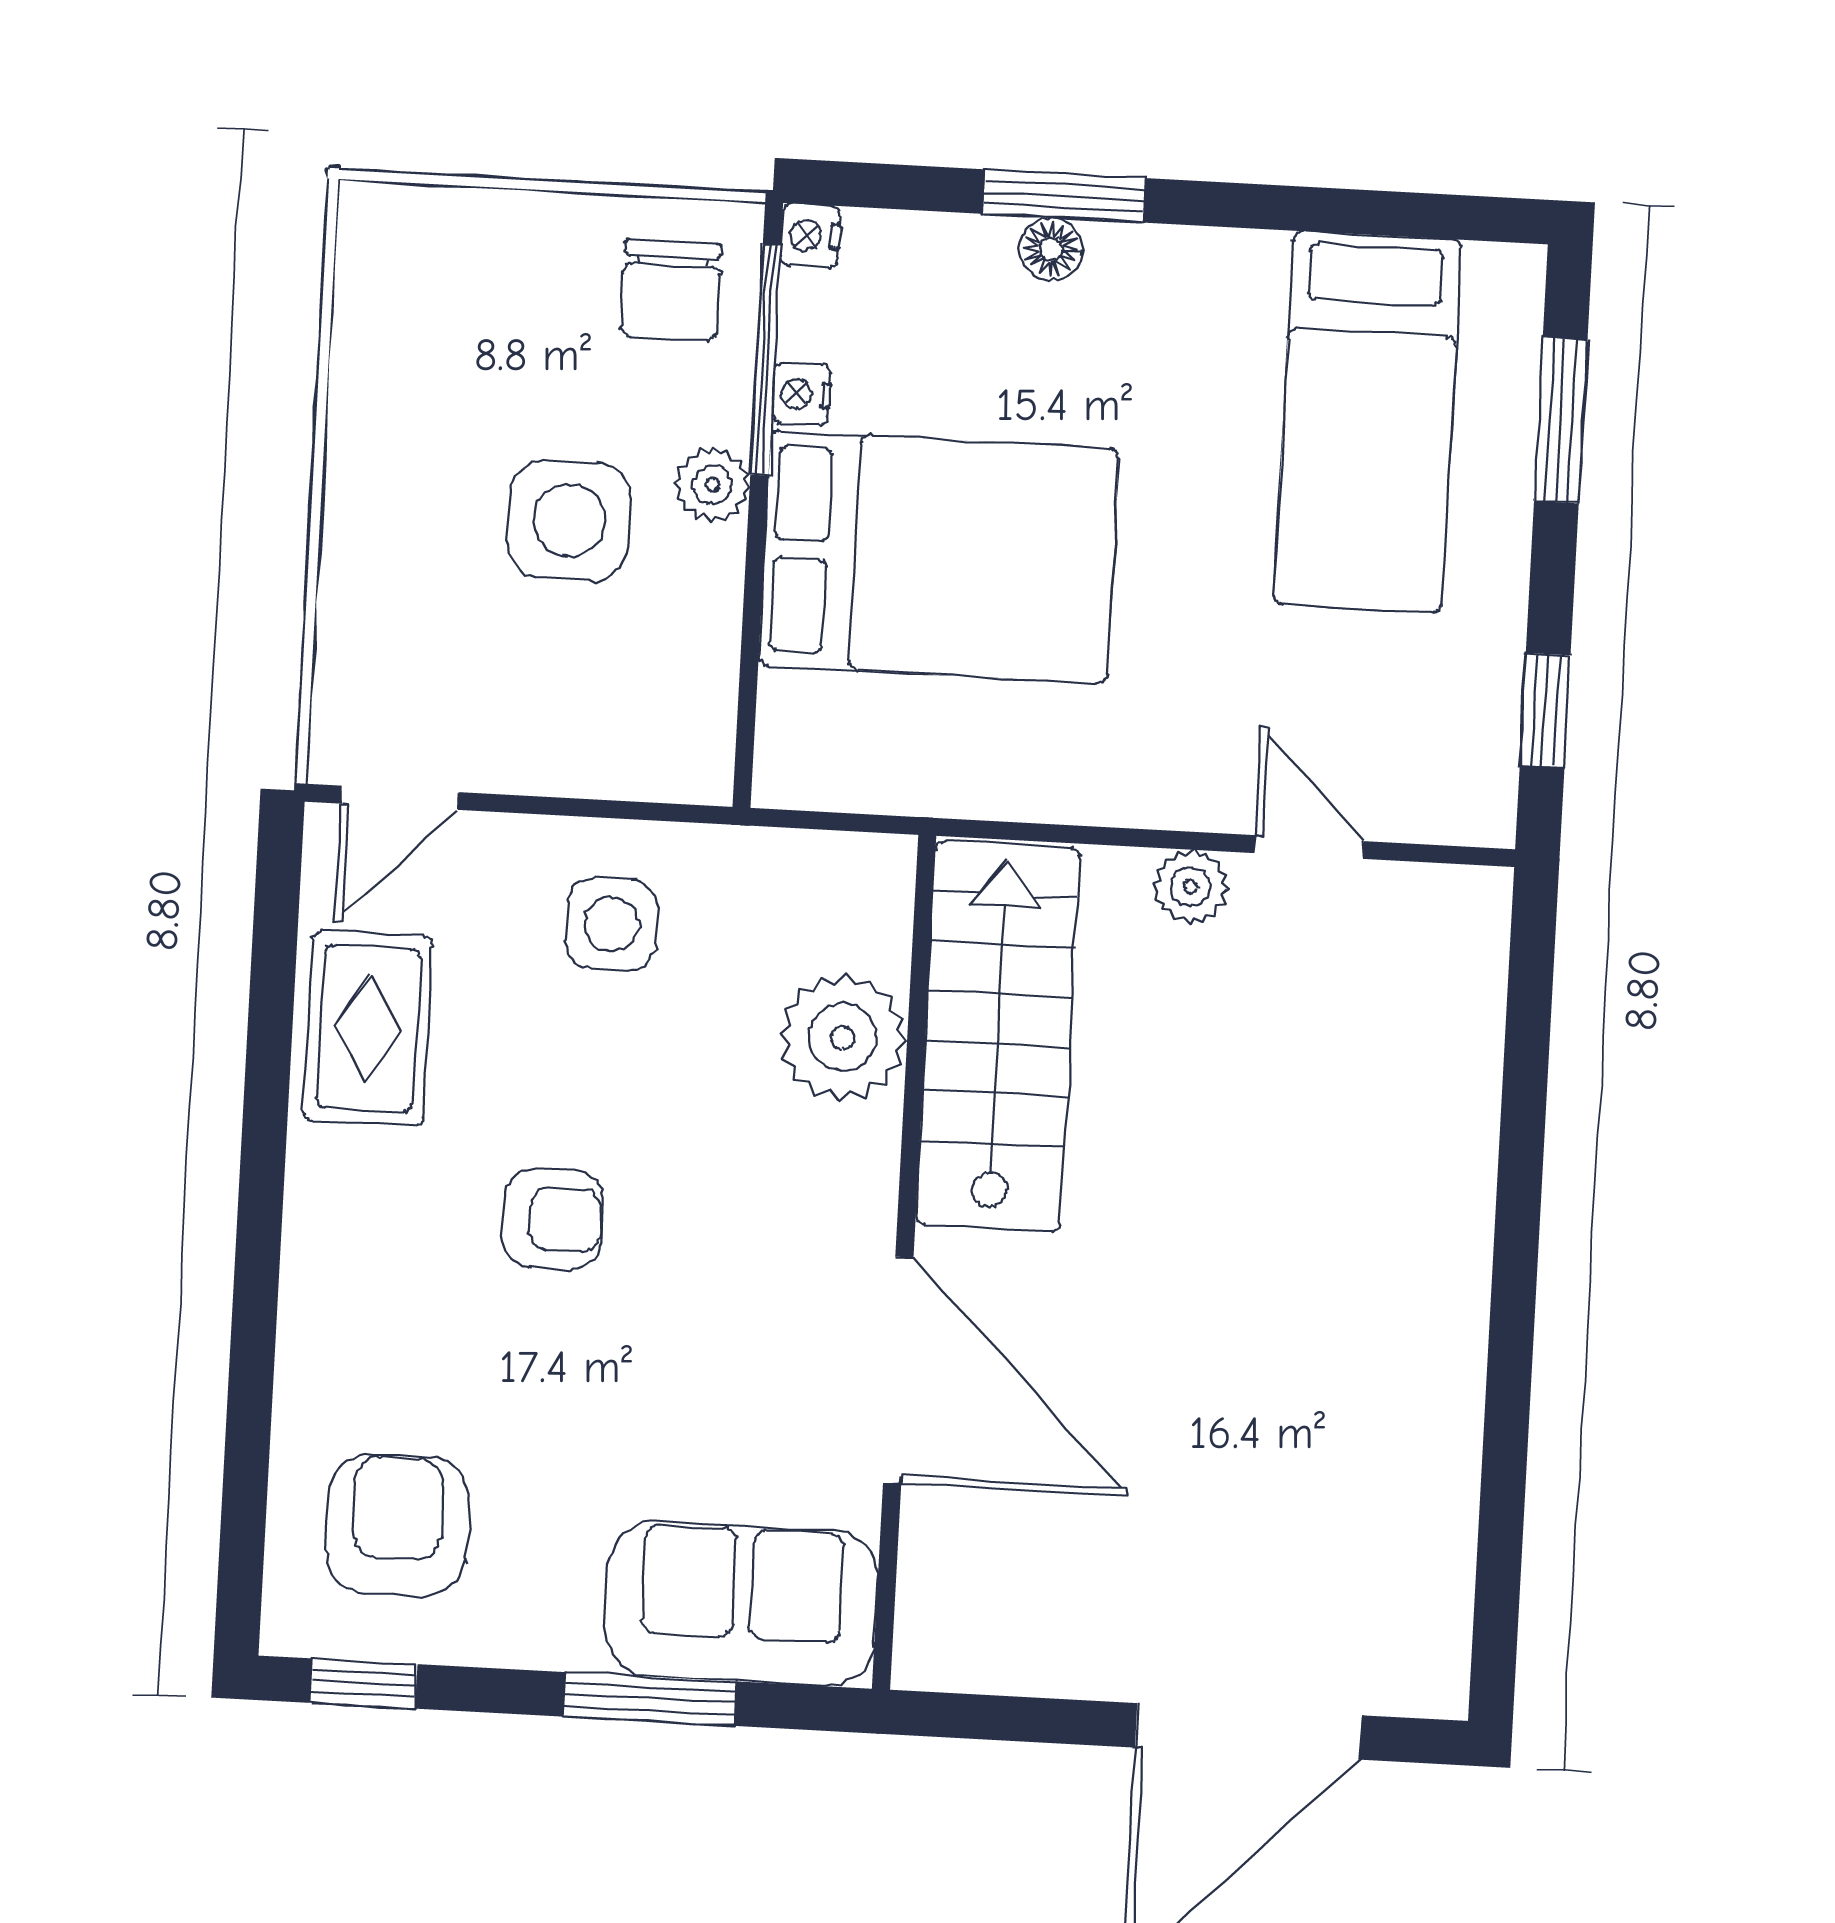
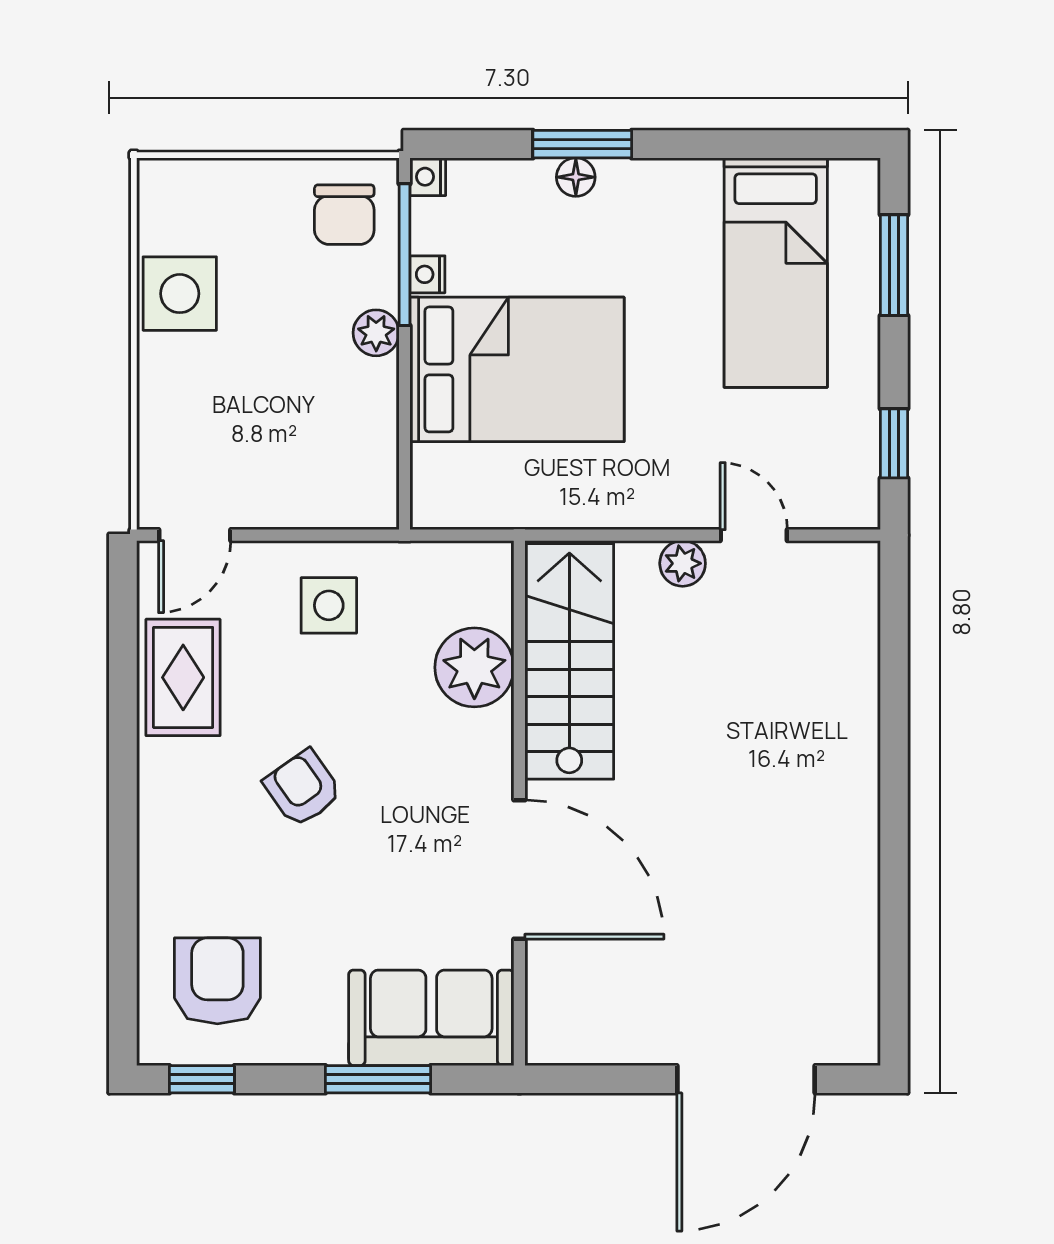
side table: (569, 520) -> (180, 294), moved
armchair: (553, 1219) -> (303, 788), turned -125

